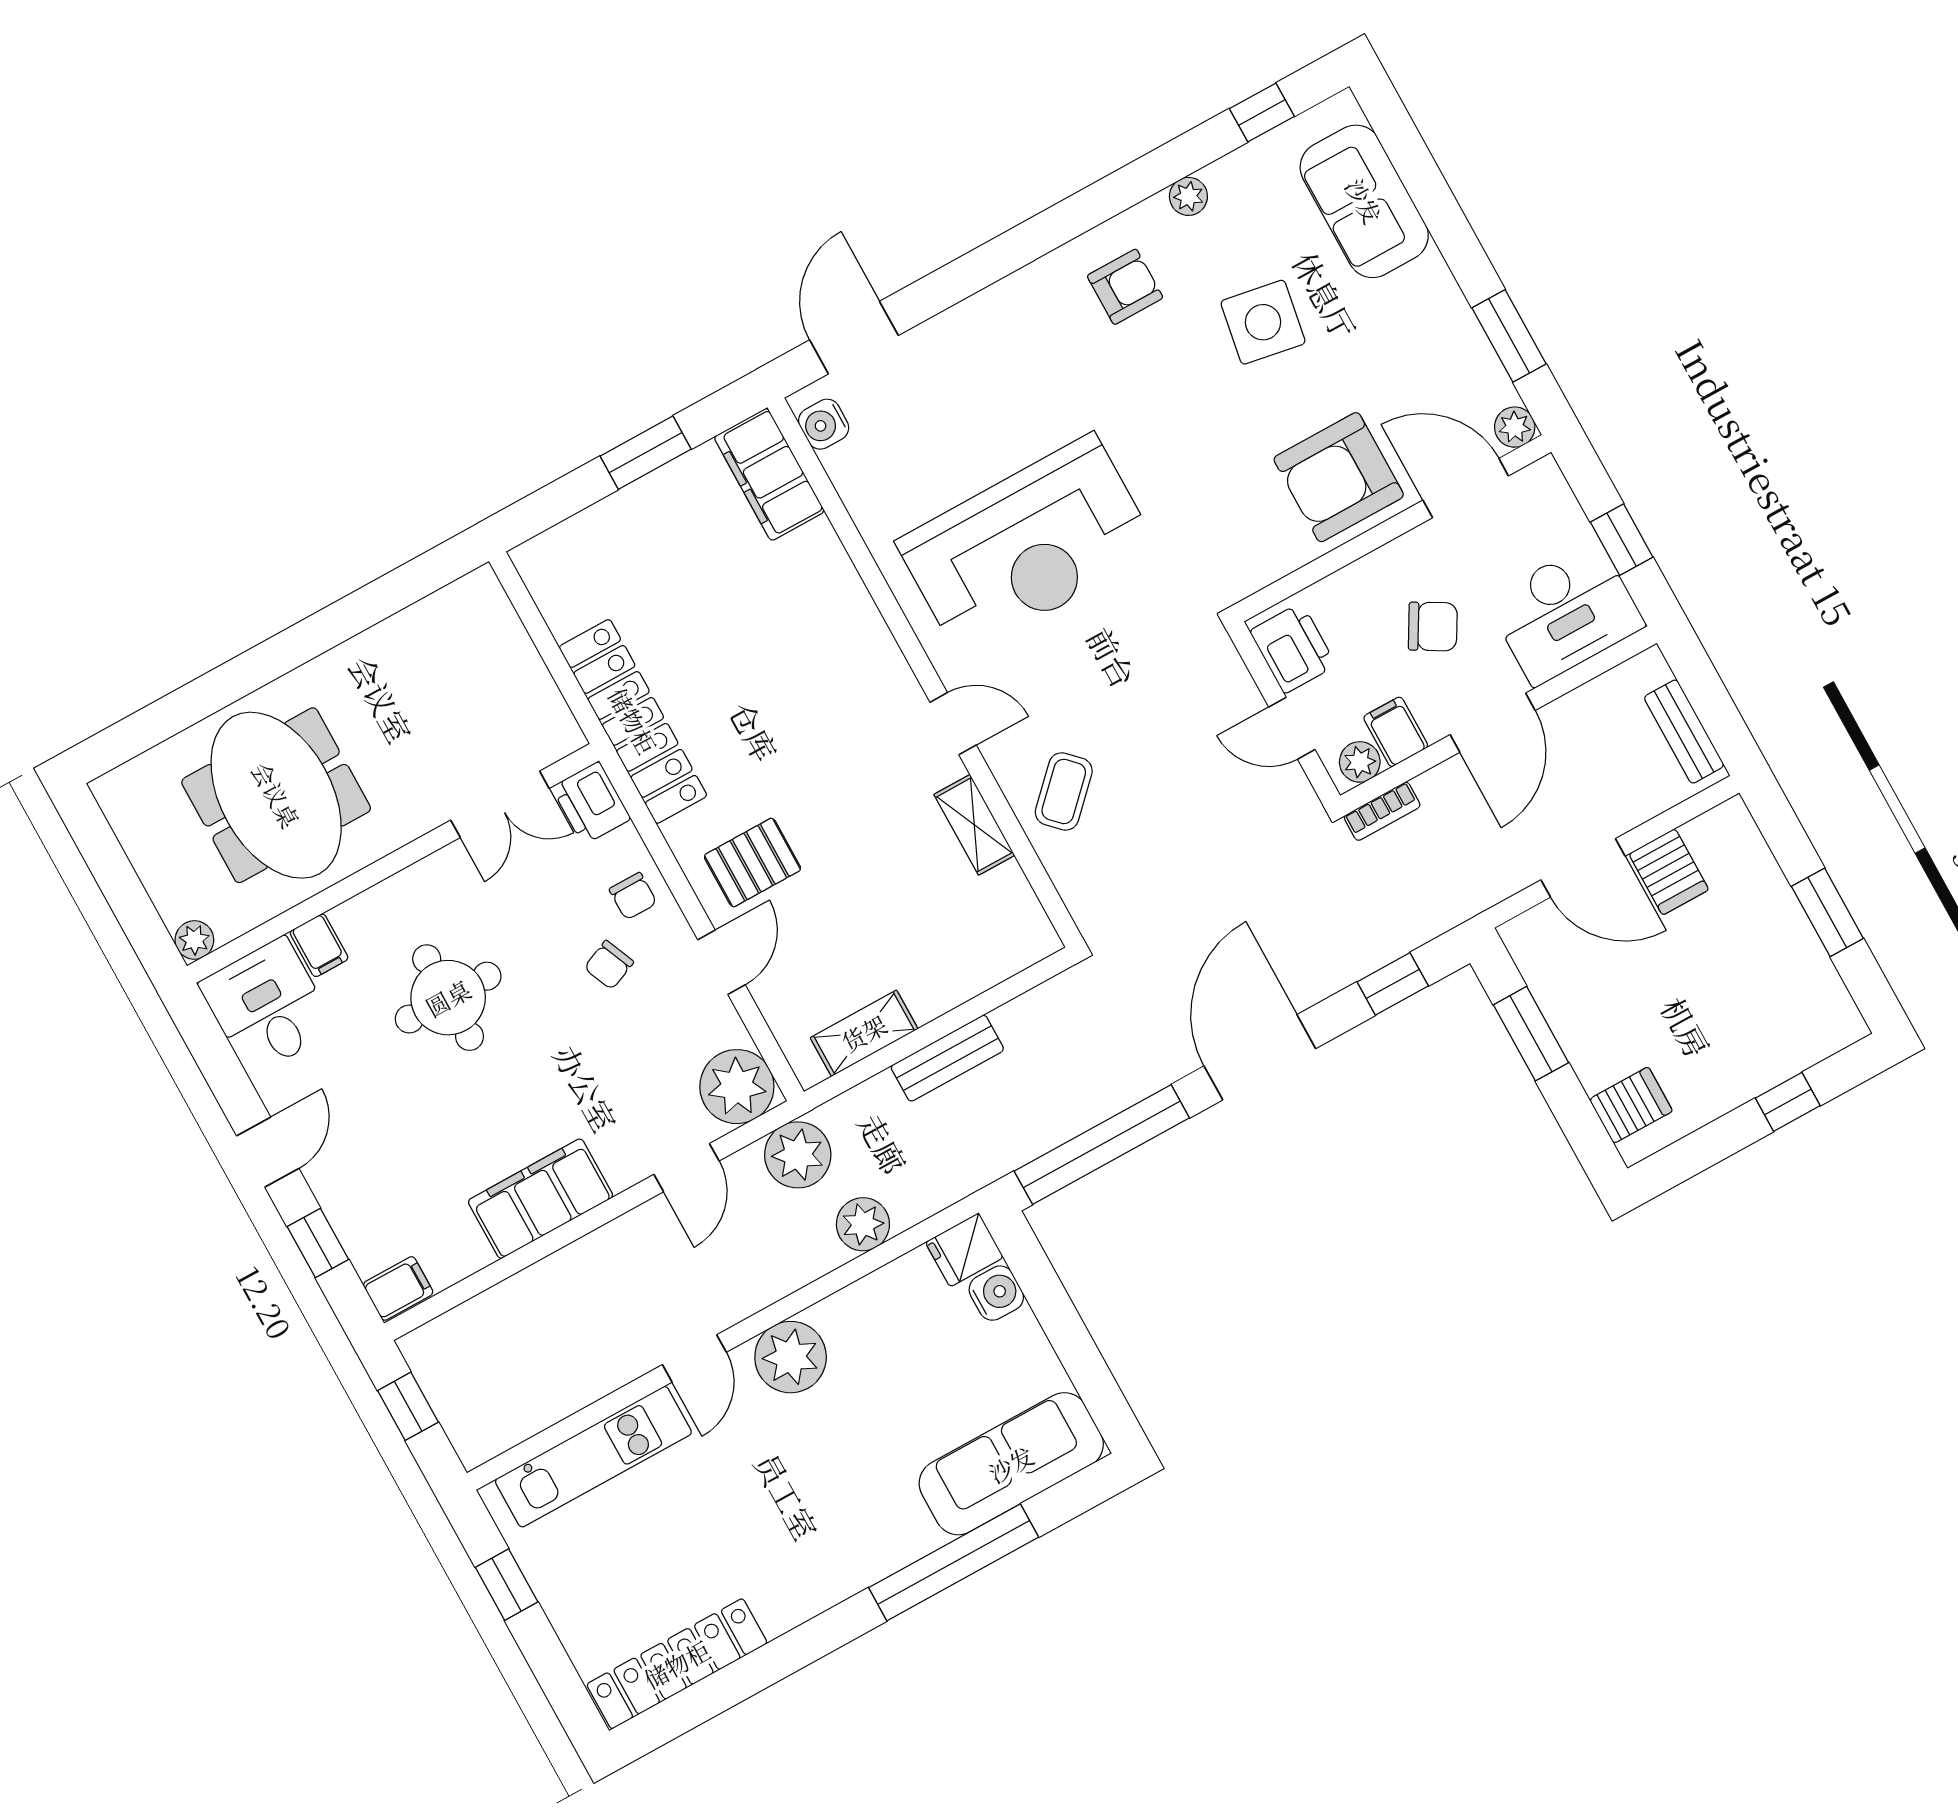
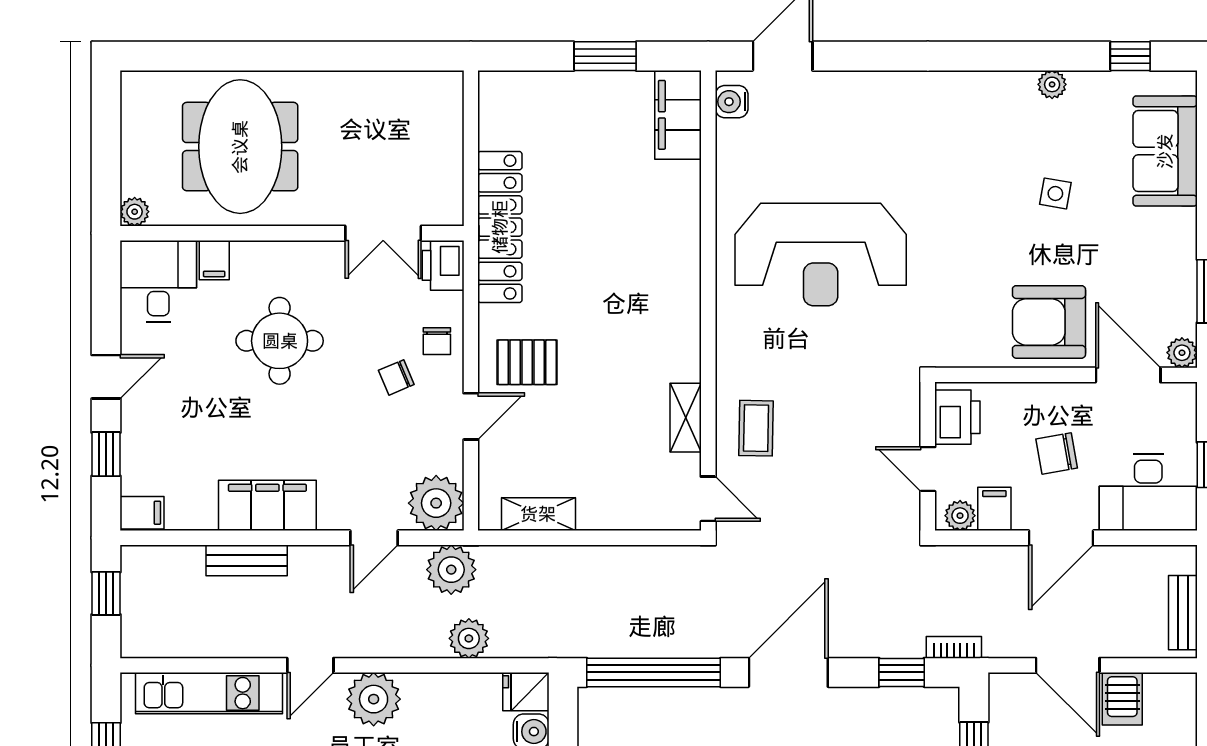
armchair: (1125, 287) -> (978, 121), removed
side table: (1263, 322) -> (1055, 193), width x0.54, depth x0.54
chair: (1433, 626) -> (1057, 453), turned 140
door: (953, 724) -> (708, 499), moved
coffee table: (1064, 791) -> (756, 428), turned -44
bookcase: (1382, 811) -> (954, 647), moved, turned 180
bench: (947, 1058) -> (247, 560), moved

